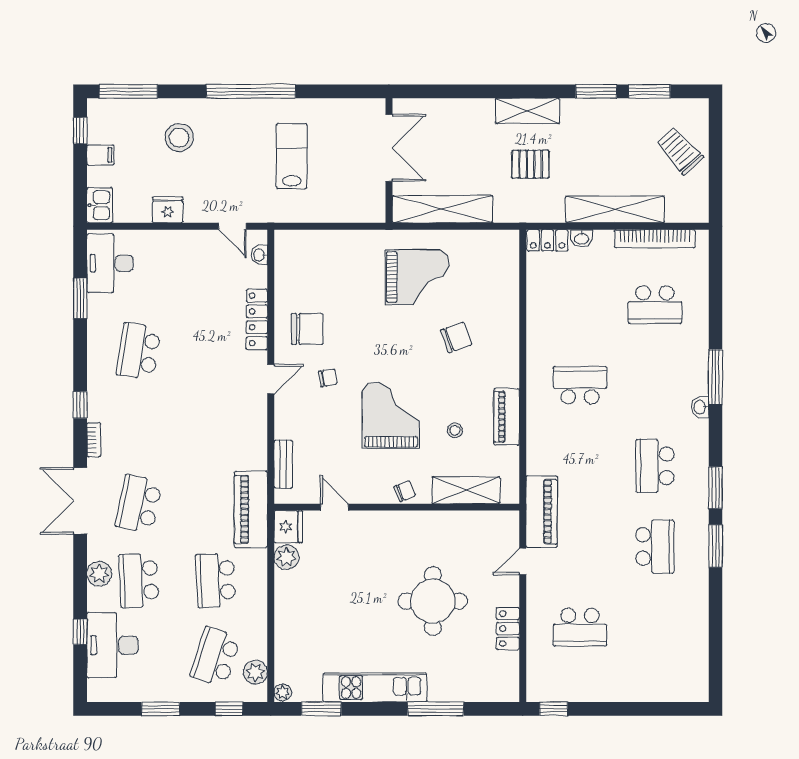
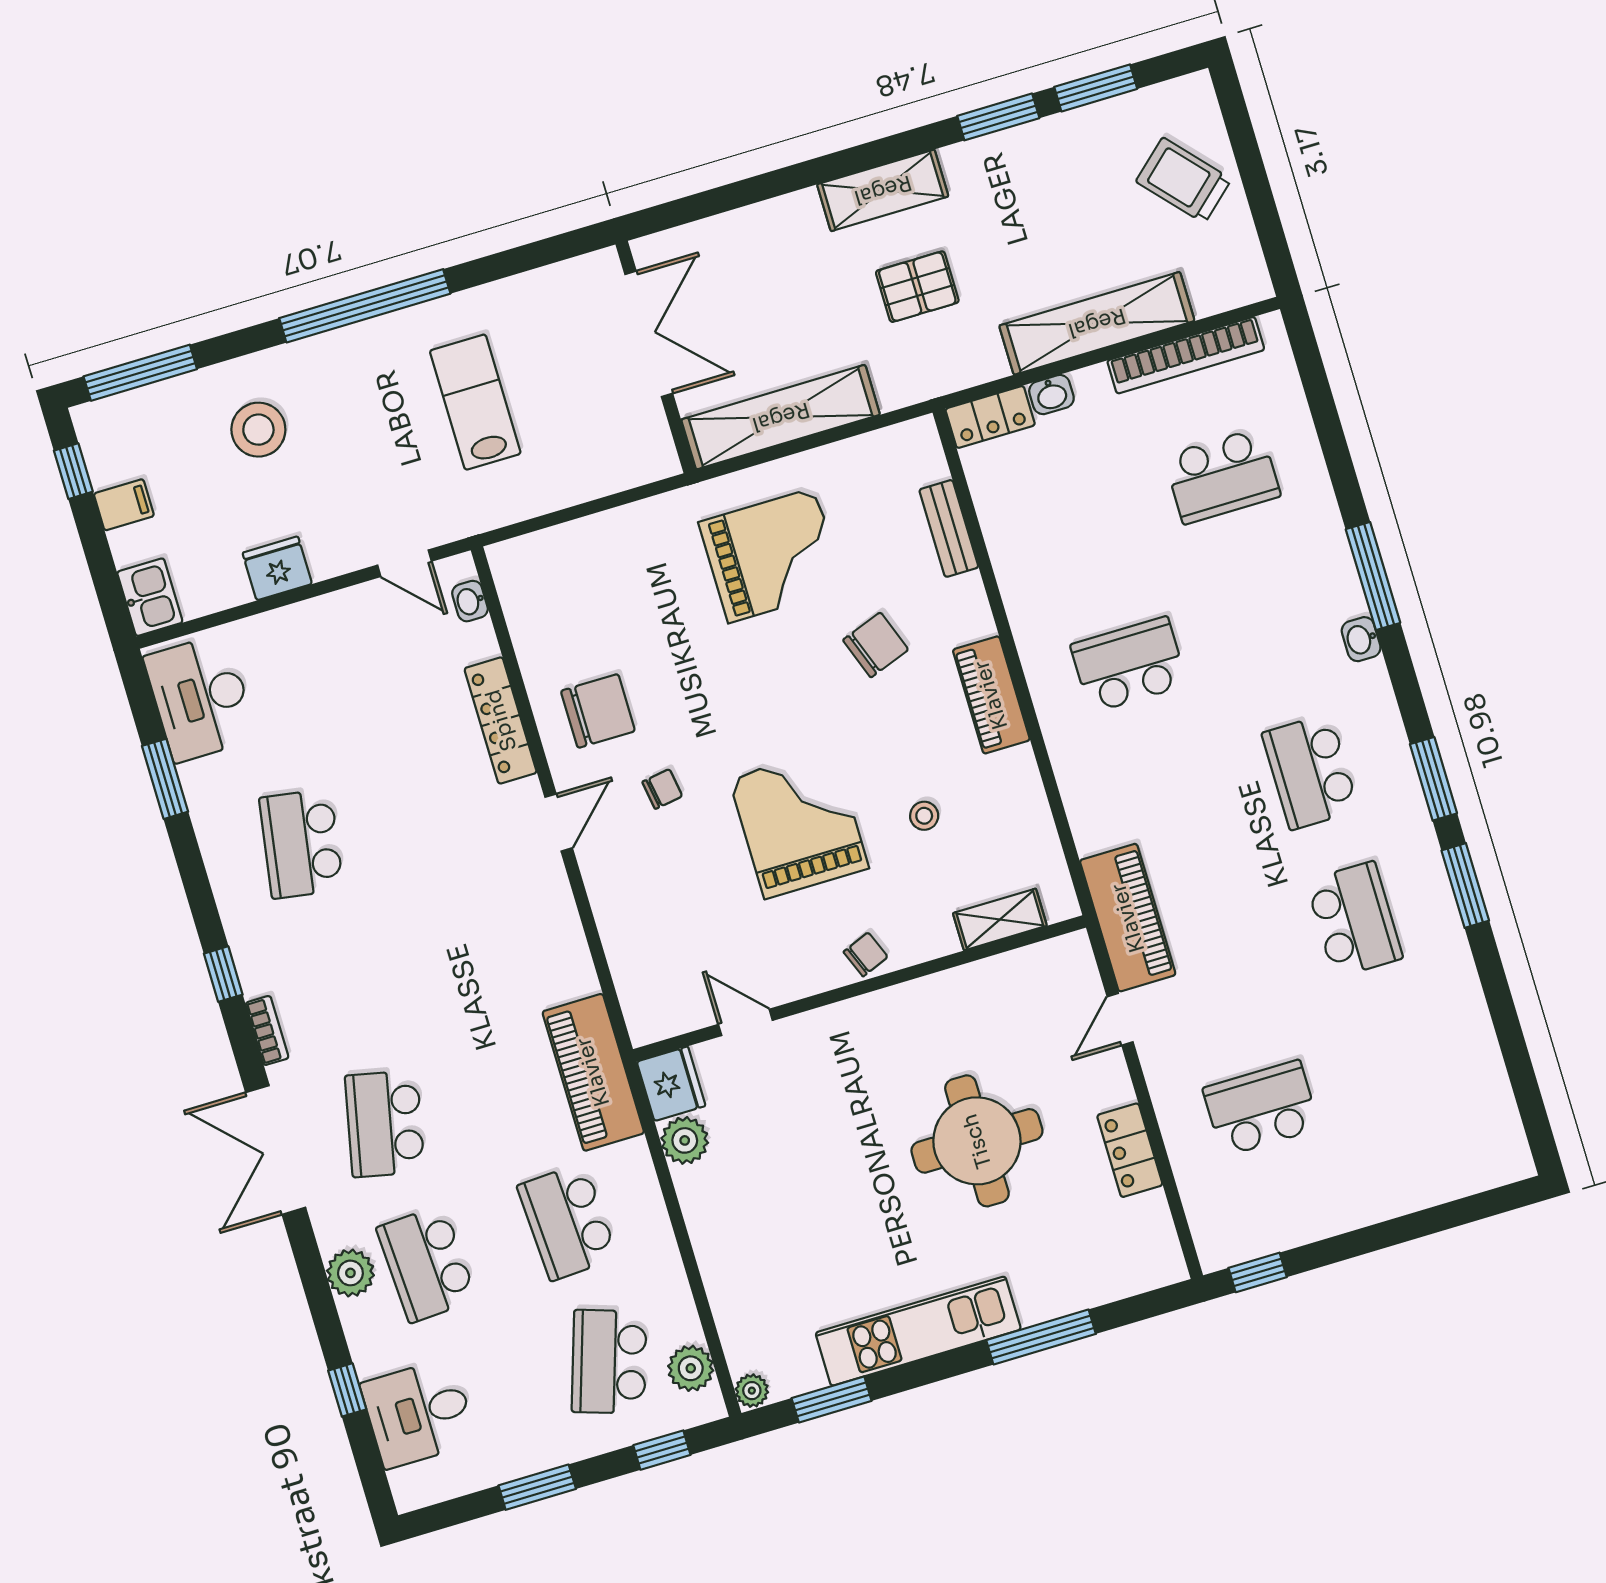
piano: (507, 417) -> (991, 695), moved
bench: (283, 464) -> (949, 528), moved
shelving: (466, 490) -> (1000, 919), width x0.67, depth x0.75
school desk: (580, 627) -> (1261, 1108), turned 180
desk: (112, 645) -> (419, 1413), width x0.73

